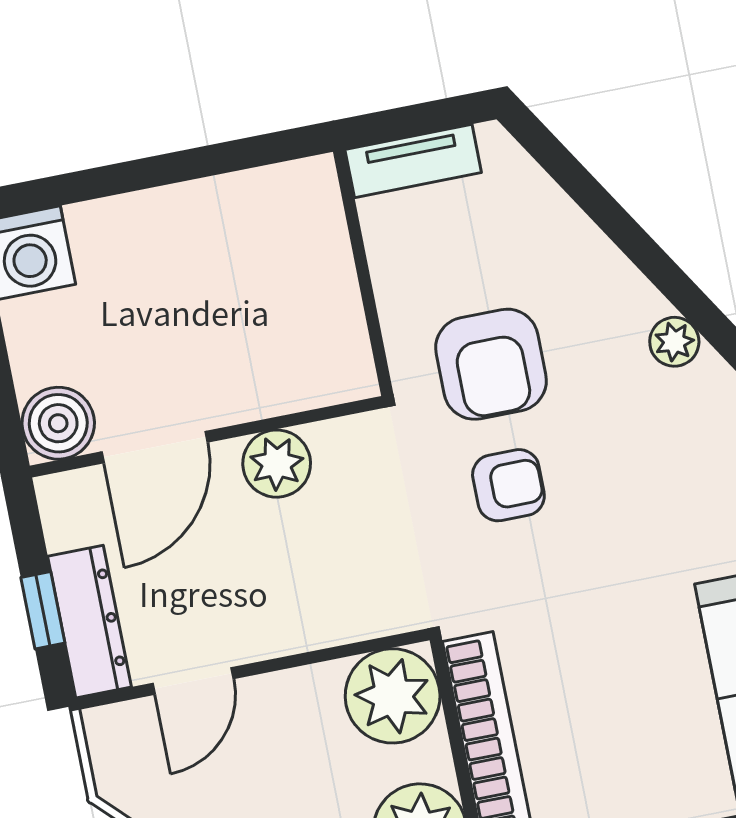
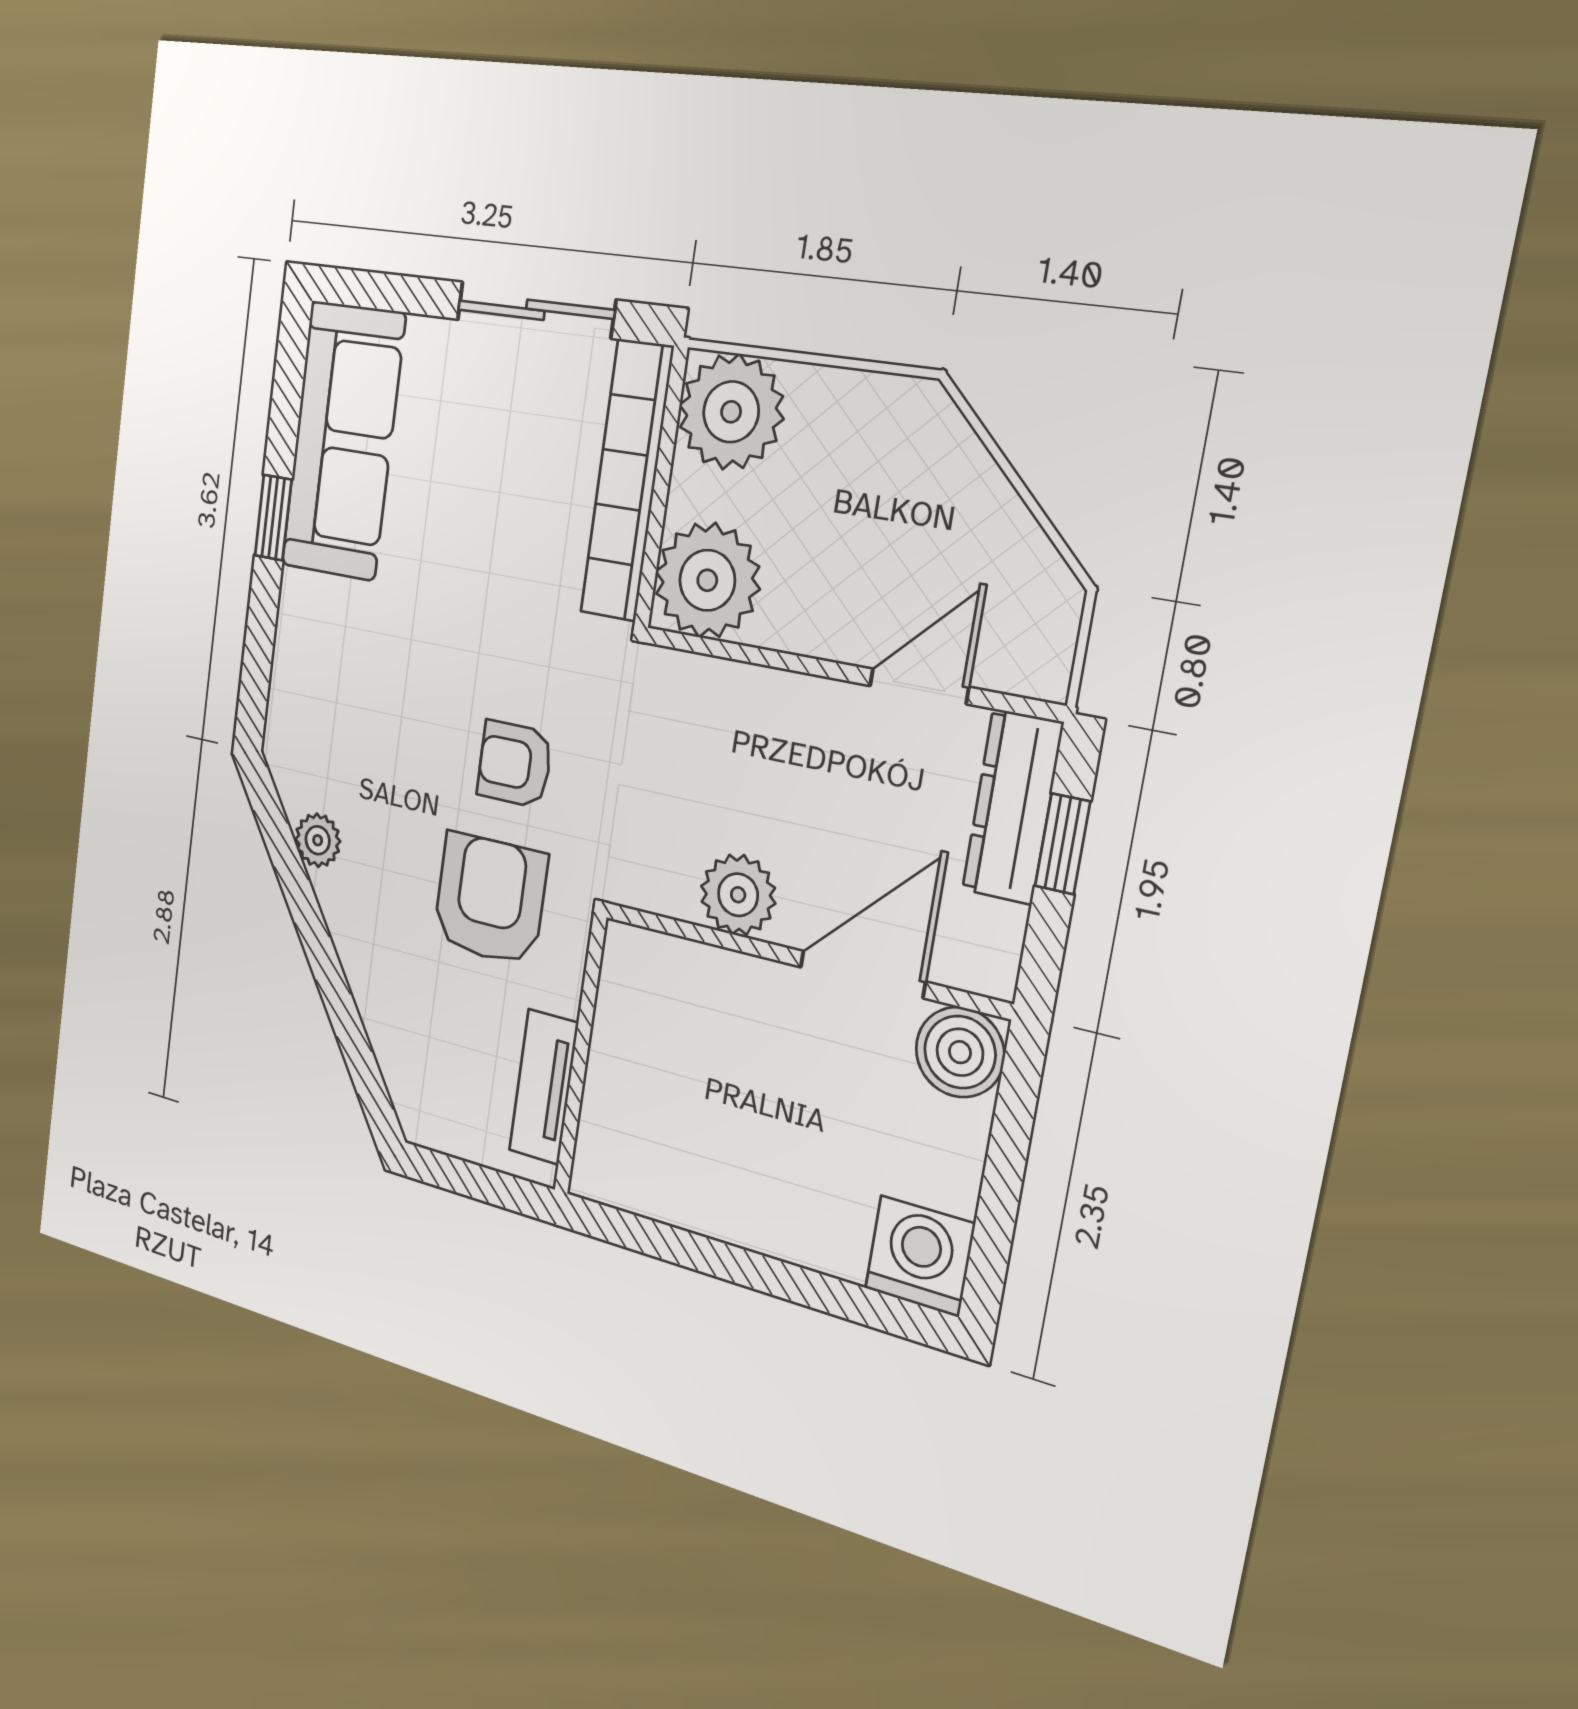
tv unit: (413, 161) -> (544, 1087), moved, turned -90

